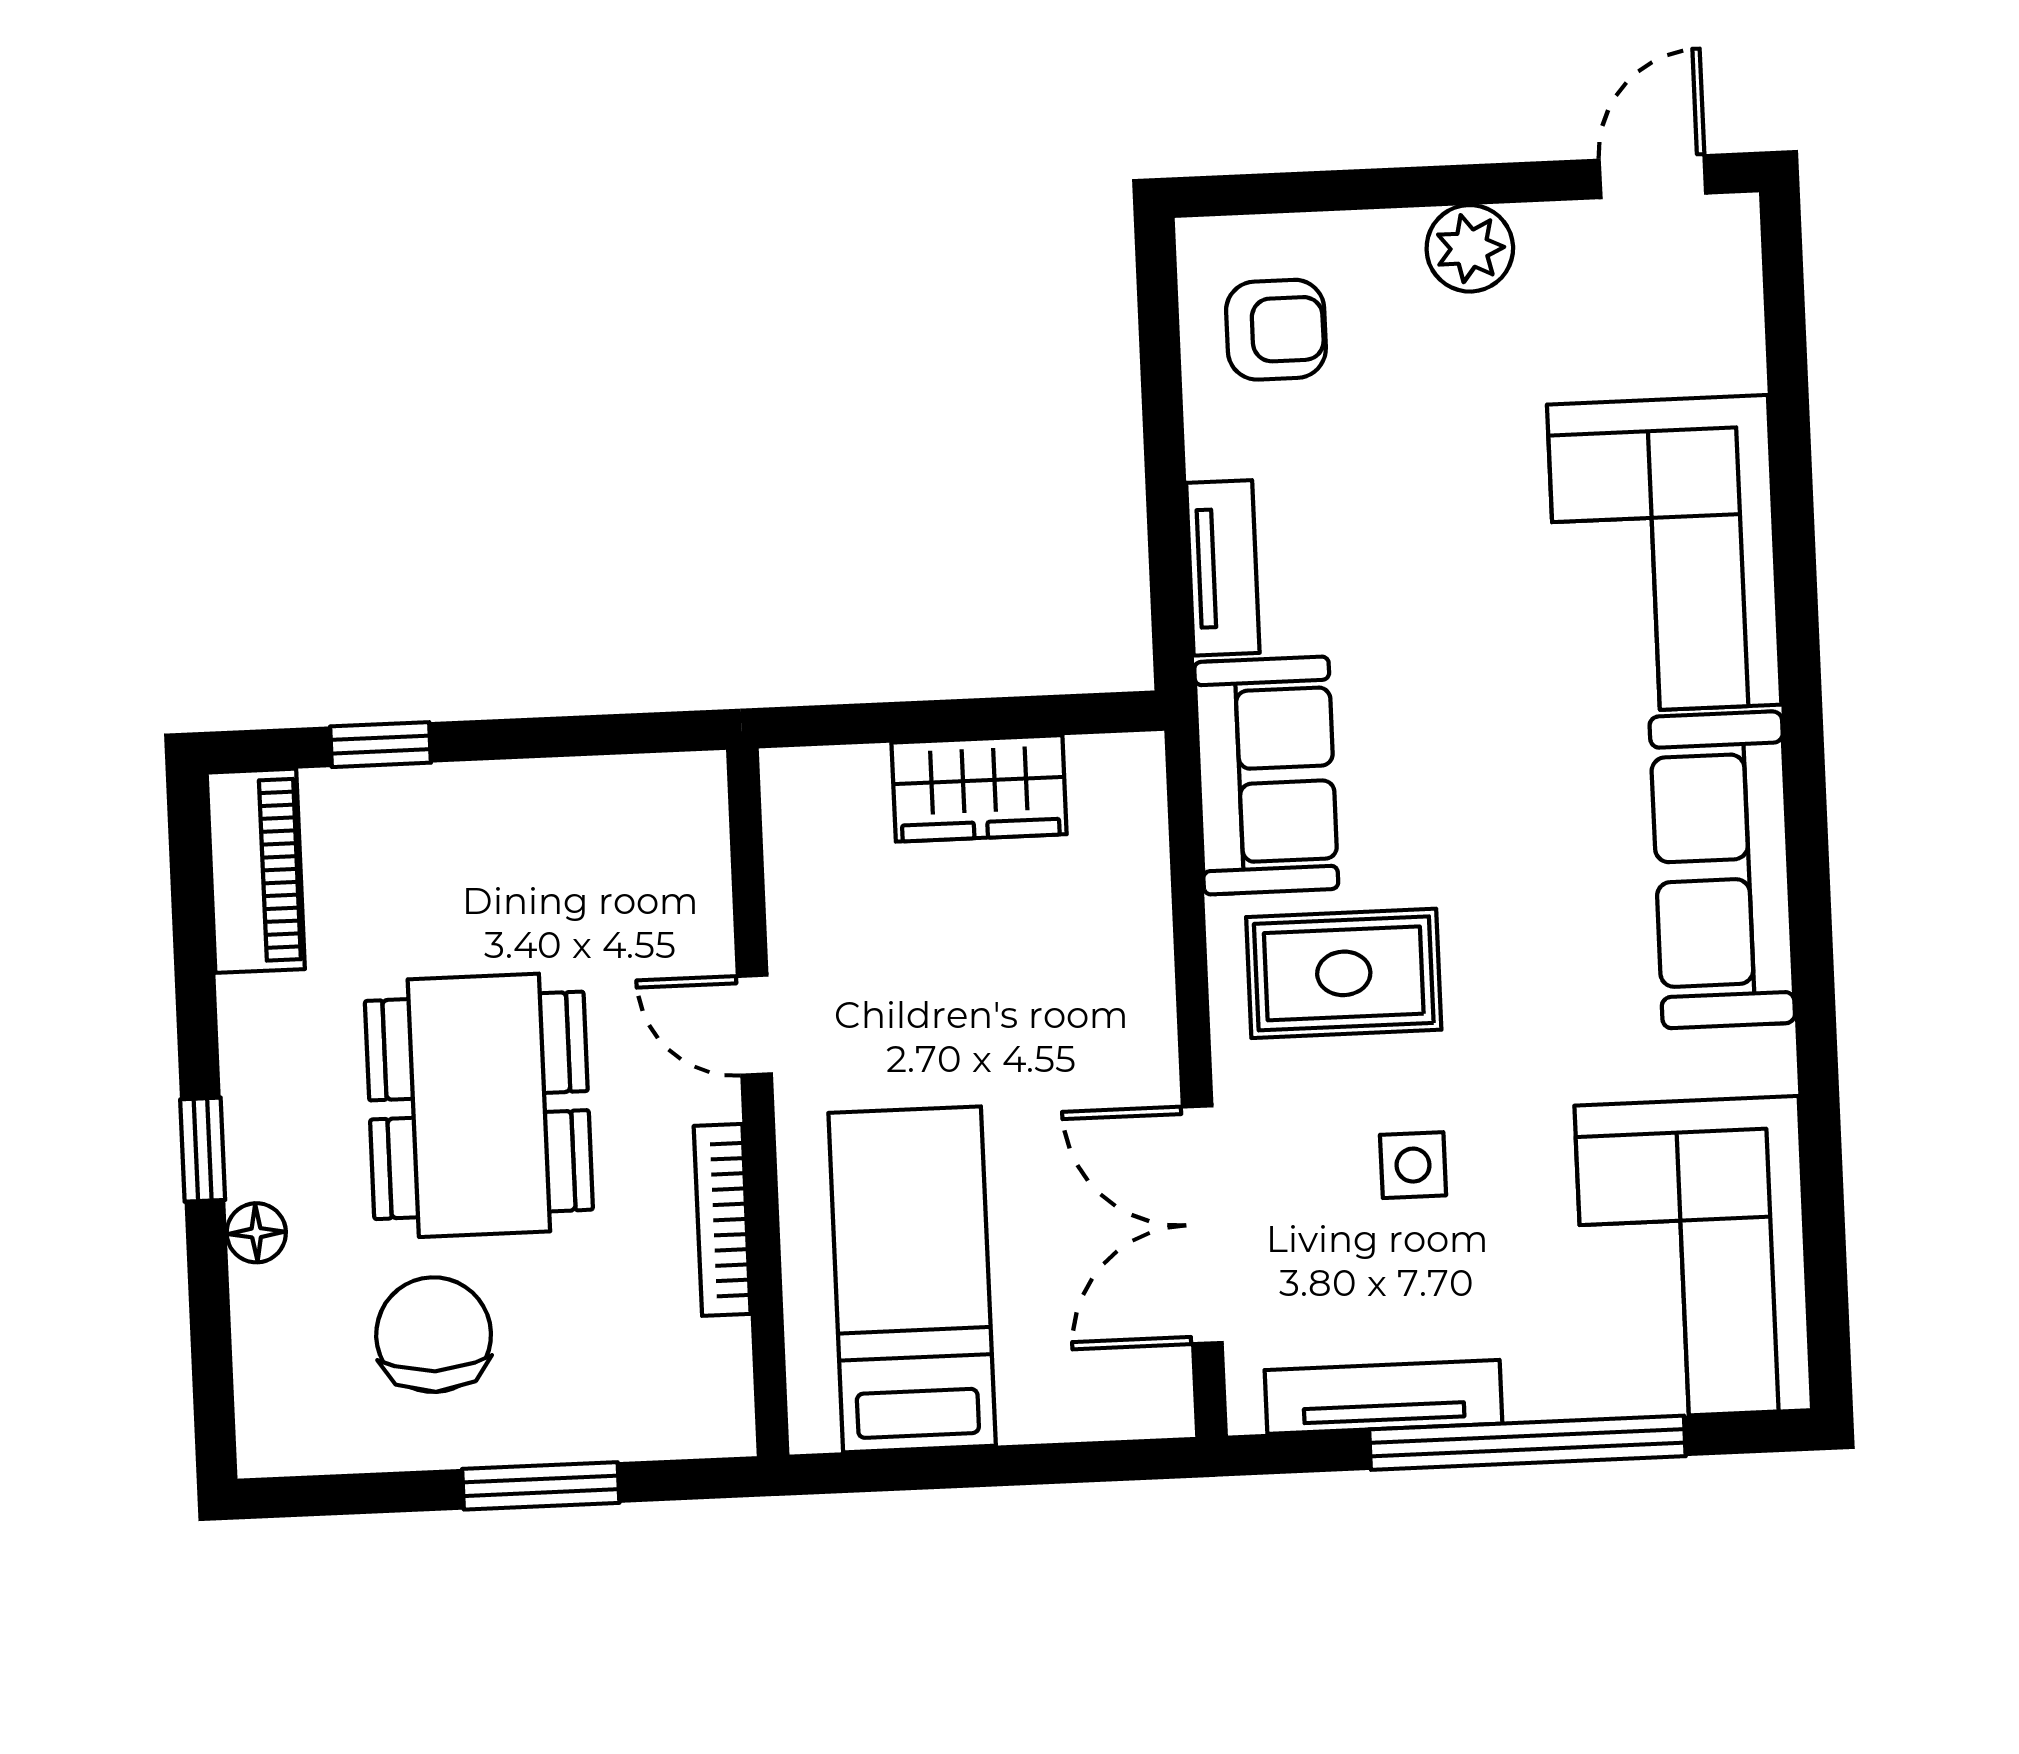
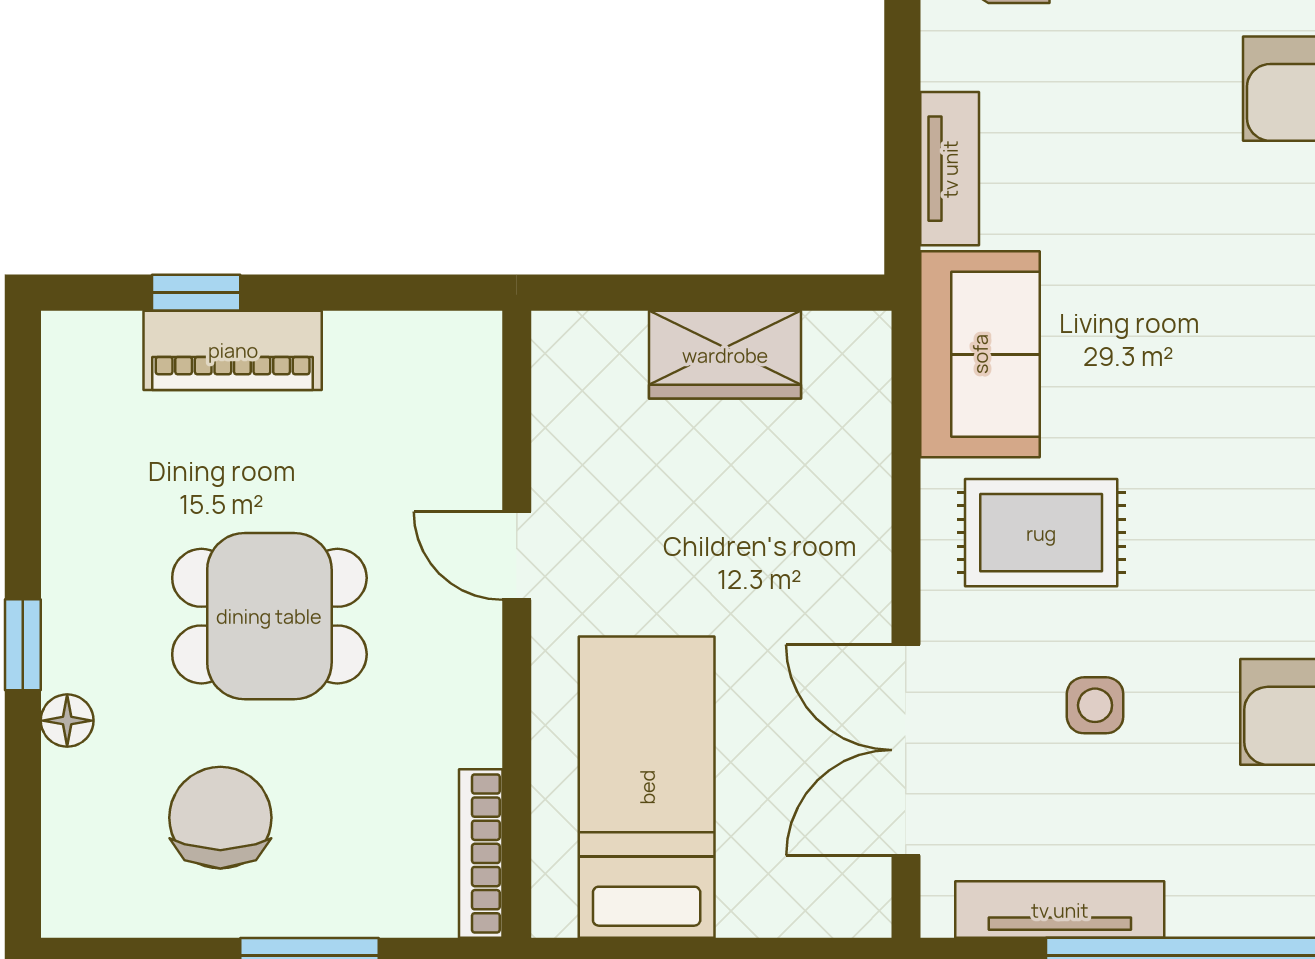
piano: (256, 871) -> (233, 350), moved, turned 90
dining table: (479, 1105) -> (269, 616), width x0.73
bookcase: (722, 1220) -> (481, 853), moved

